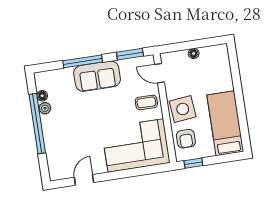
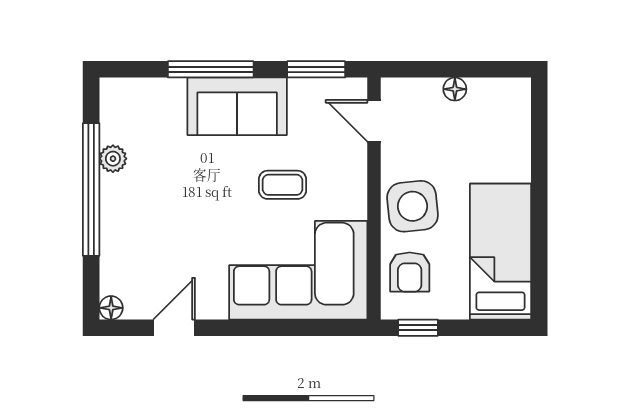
floor lamp: (42, 96) -> (111, 308), moved
coffee table: (146, 102) -> (282, 185), moved

